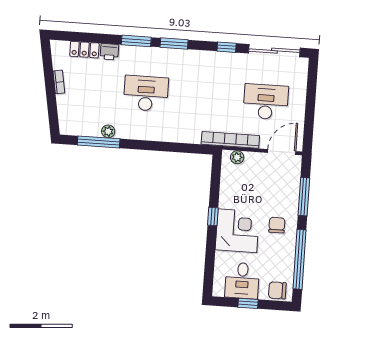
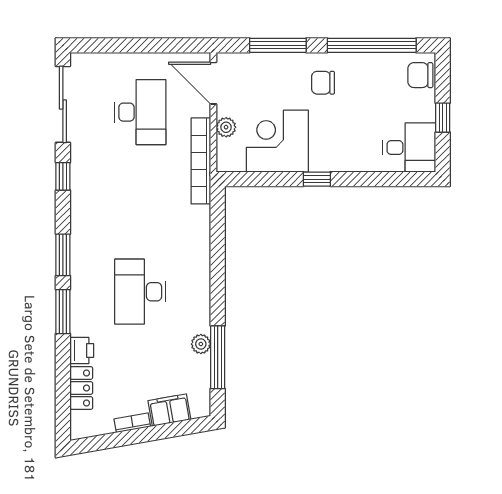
desk: (266, 102) -> (140, 112), turned 180
filing cabinet: (66, 107) -> (169, 410), added
plant: (237, 157) -> (226, 127), moved
corner desk: (237, 231) -> (277, 141), moved
desk: (242, 280) -> (409, 148), moved
chair: (277, 290) -> (420, 75), turned 90

